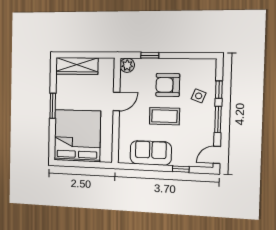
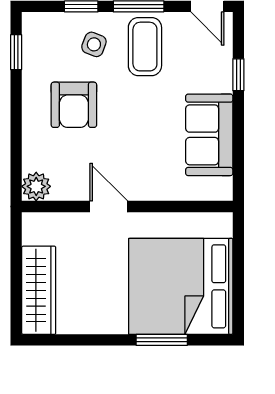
window: (150, 55) -> (16, 52), moved
window: (53, 106) -> (162, 340), moved
coffee table: (164, 116) -> (145, 47), moved

